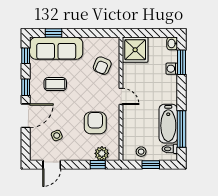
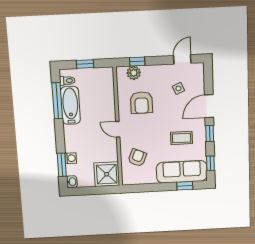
stool: (141, 152) -> (95, 77), removed

